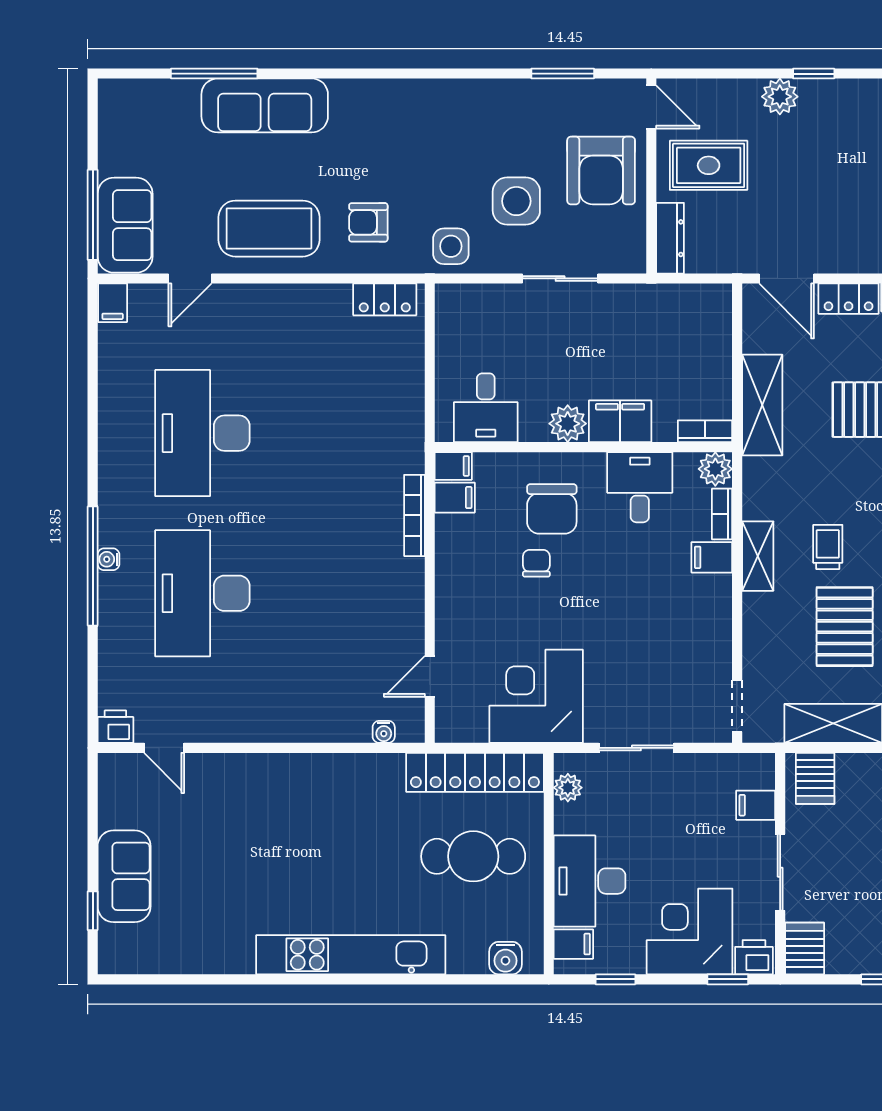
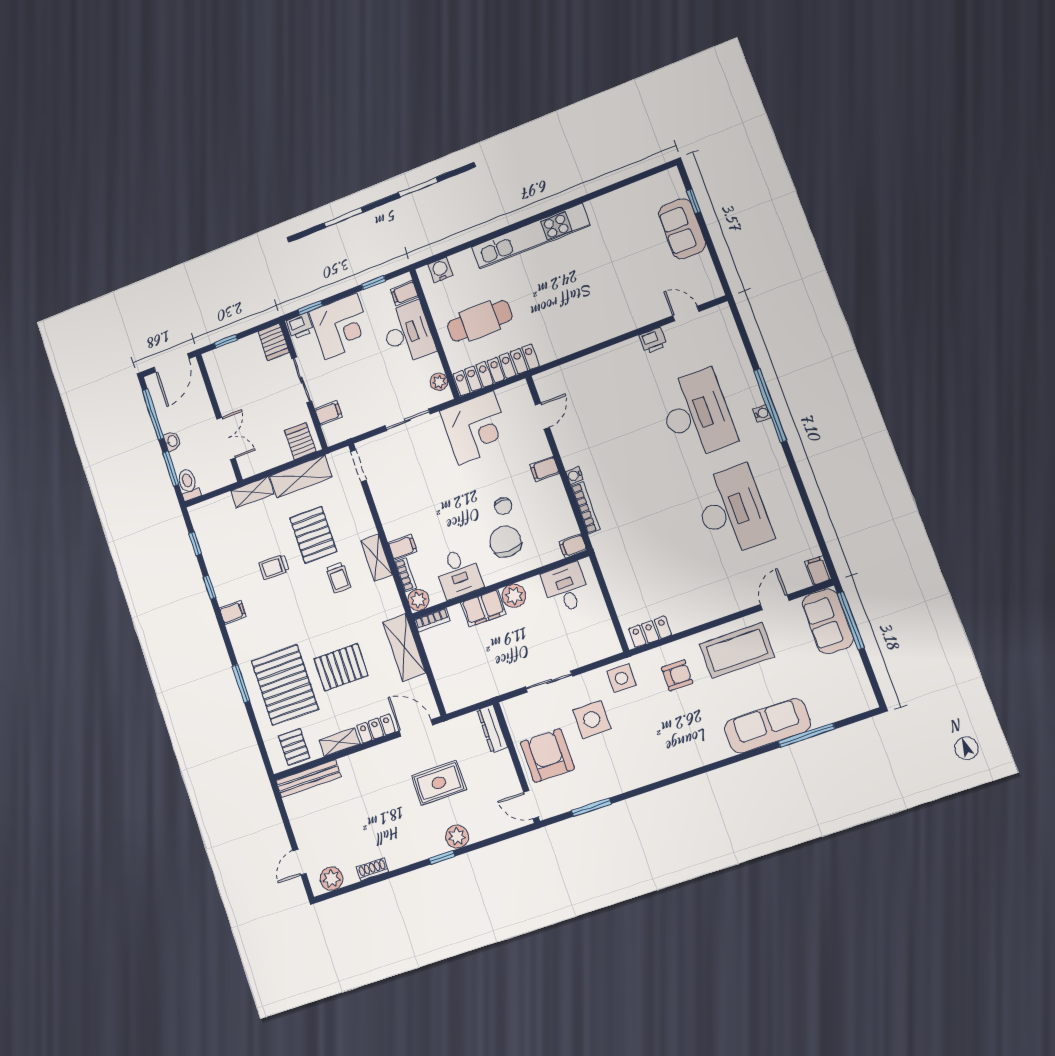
rug: (709, 165) -> (439, 783), moved
filing cabinet: (455, 498) -> (544, 469), moved
printer: (115, 727) -> (653, 340), moved
water cooler: (384, 732) -> (574, 475), moved, turned -90

